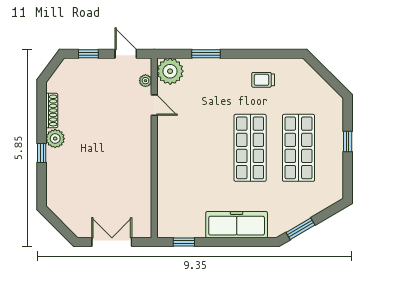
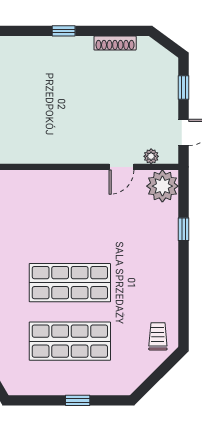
window: (206, 54) -> (184, 229), width x0.67
trolley: (263, 80) -> (158, 336), moved
plant: (55, 139) -> (81, 47), removed

